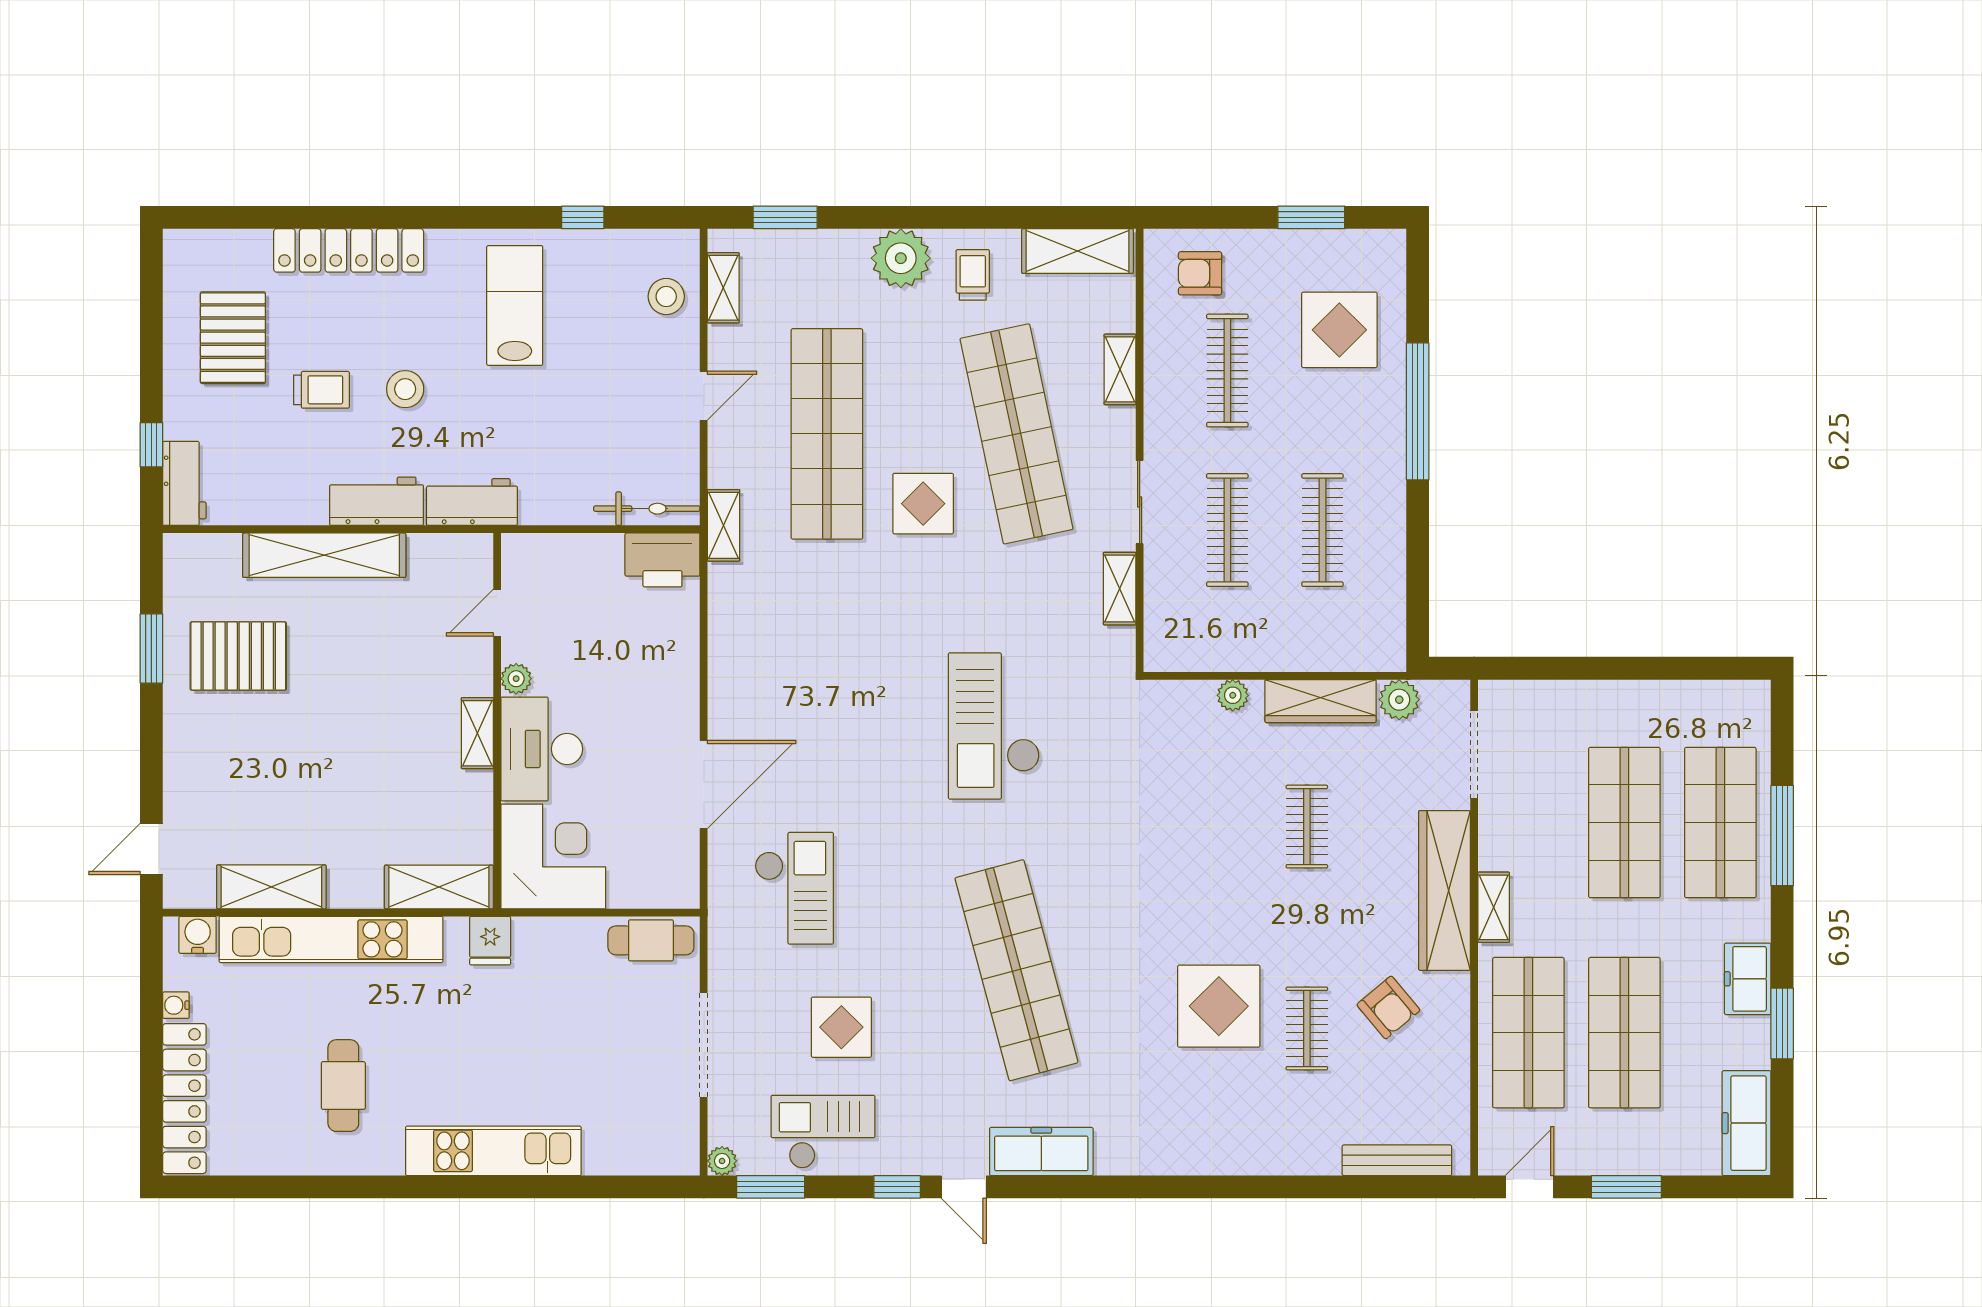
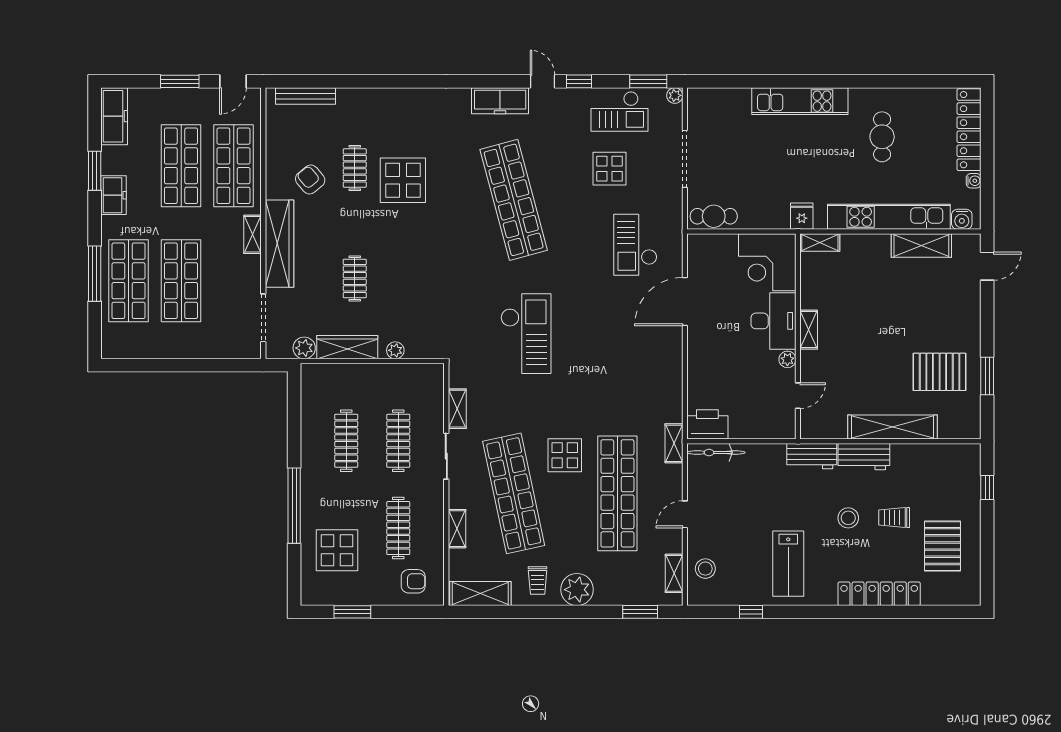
workbench: (184, 483) -> (969, 466), removed
shelving: (439, 887) -> (820, 242), width x0.67, depth x0.75

